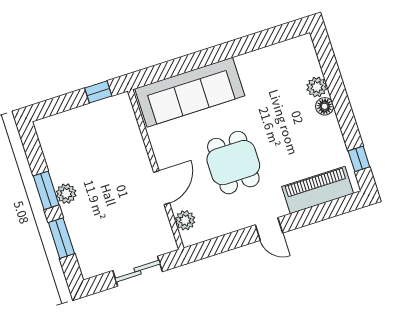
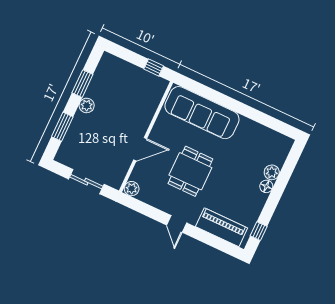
window: (46, 190) -> (82, 84), moved
plant: (185, 220) -> (132, 189), moved

